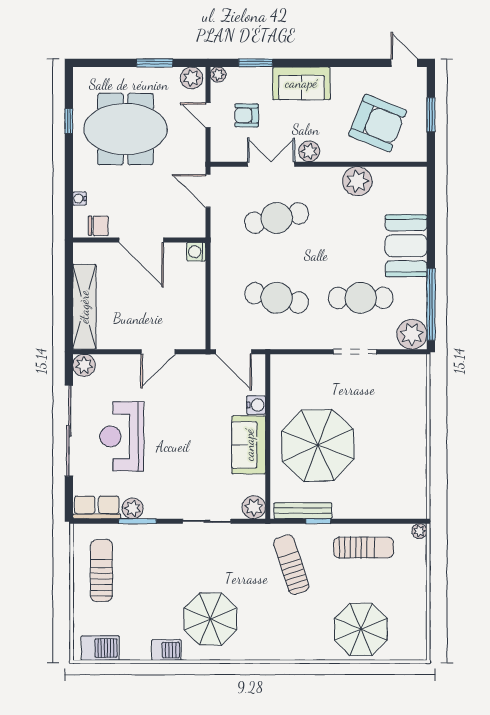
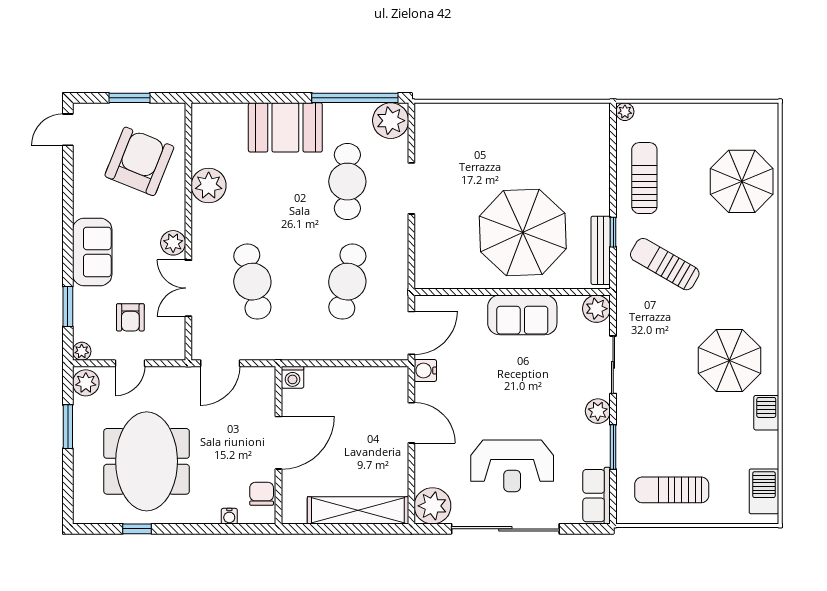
plant: (84, 365) -> (432, 506), width x1.36, depth x1.36
water cooler: (256, 405) -> (425, 371), moved, turned -90
plant: (133, 508) -> (598, 411), moved
sun lounger: (291, 565) -> (665, 264), turned 48

